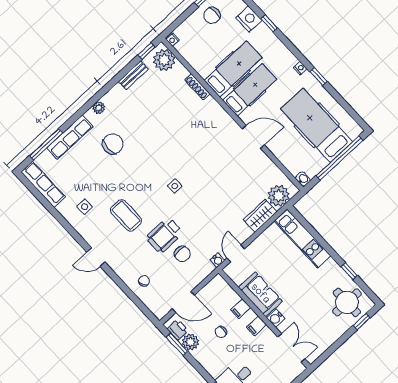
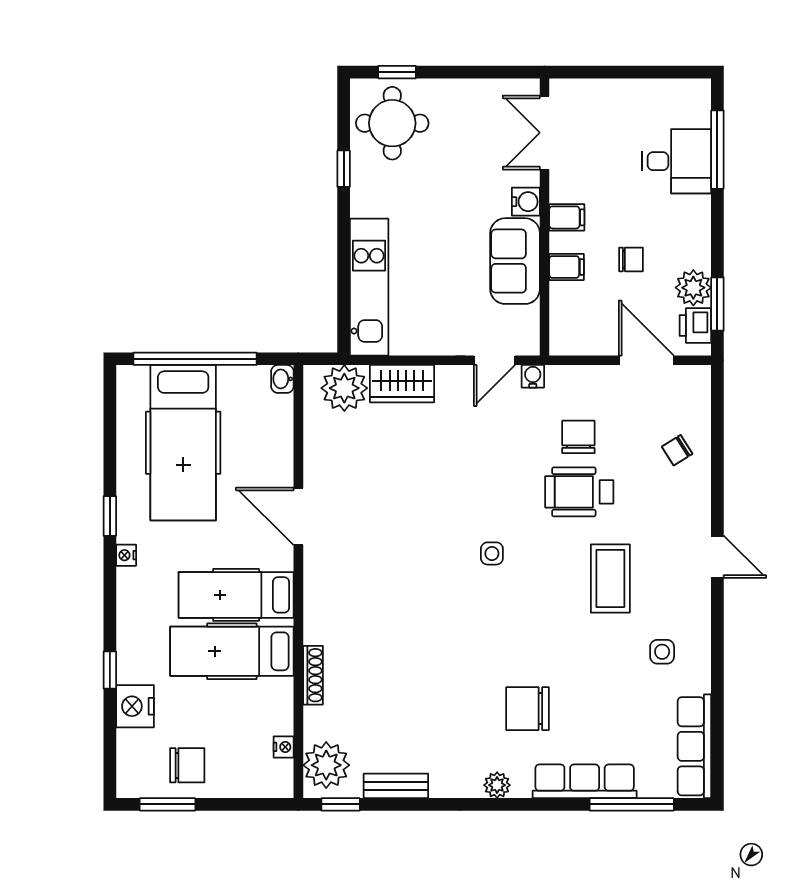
nightstand: (173, 40) -> (284, 747), moved
wheelchair: (164, 235) -> (579, 492), turned 180

